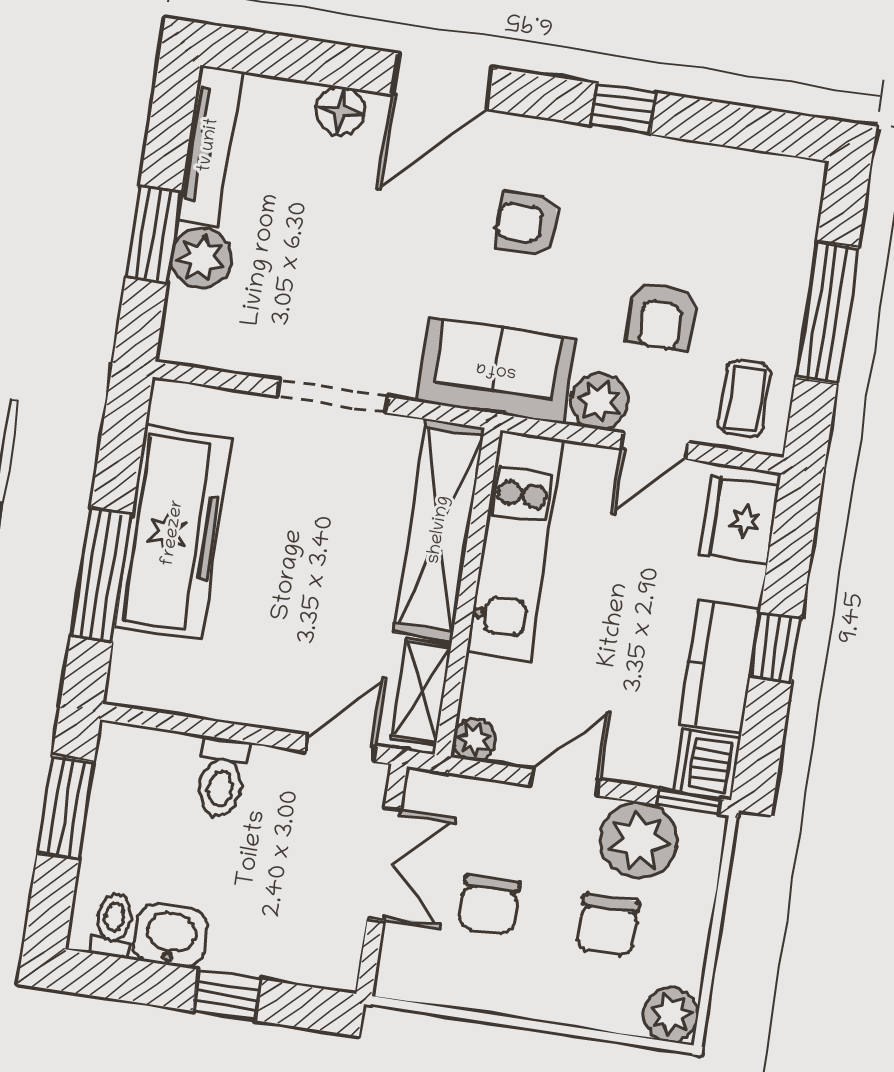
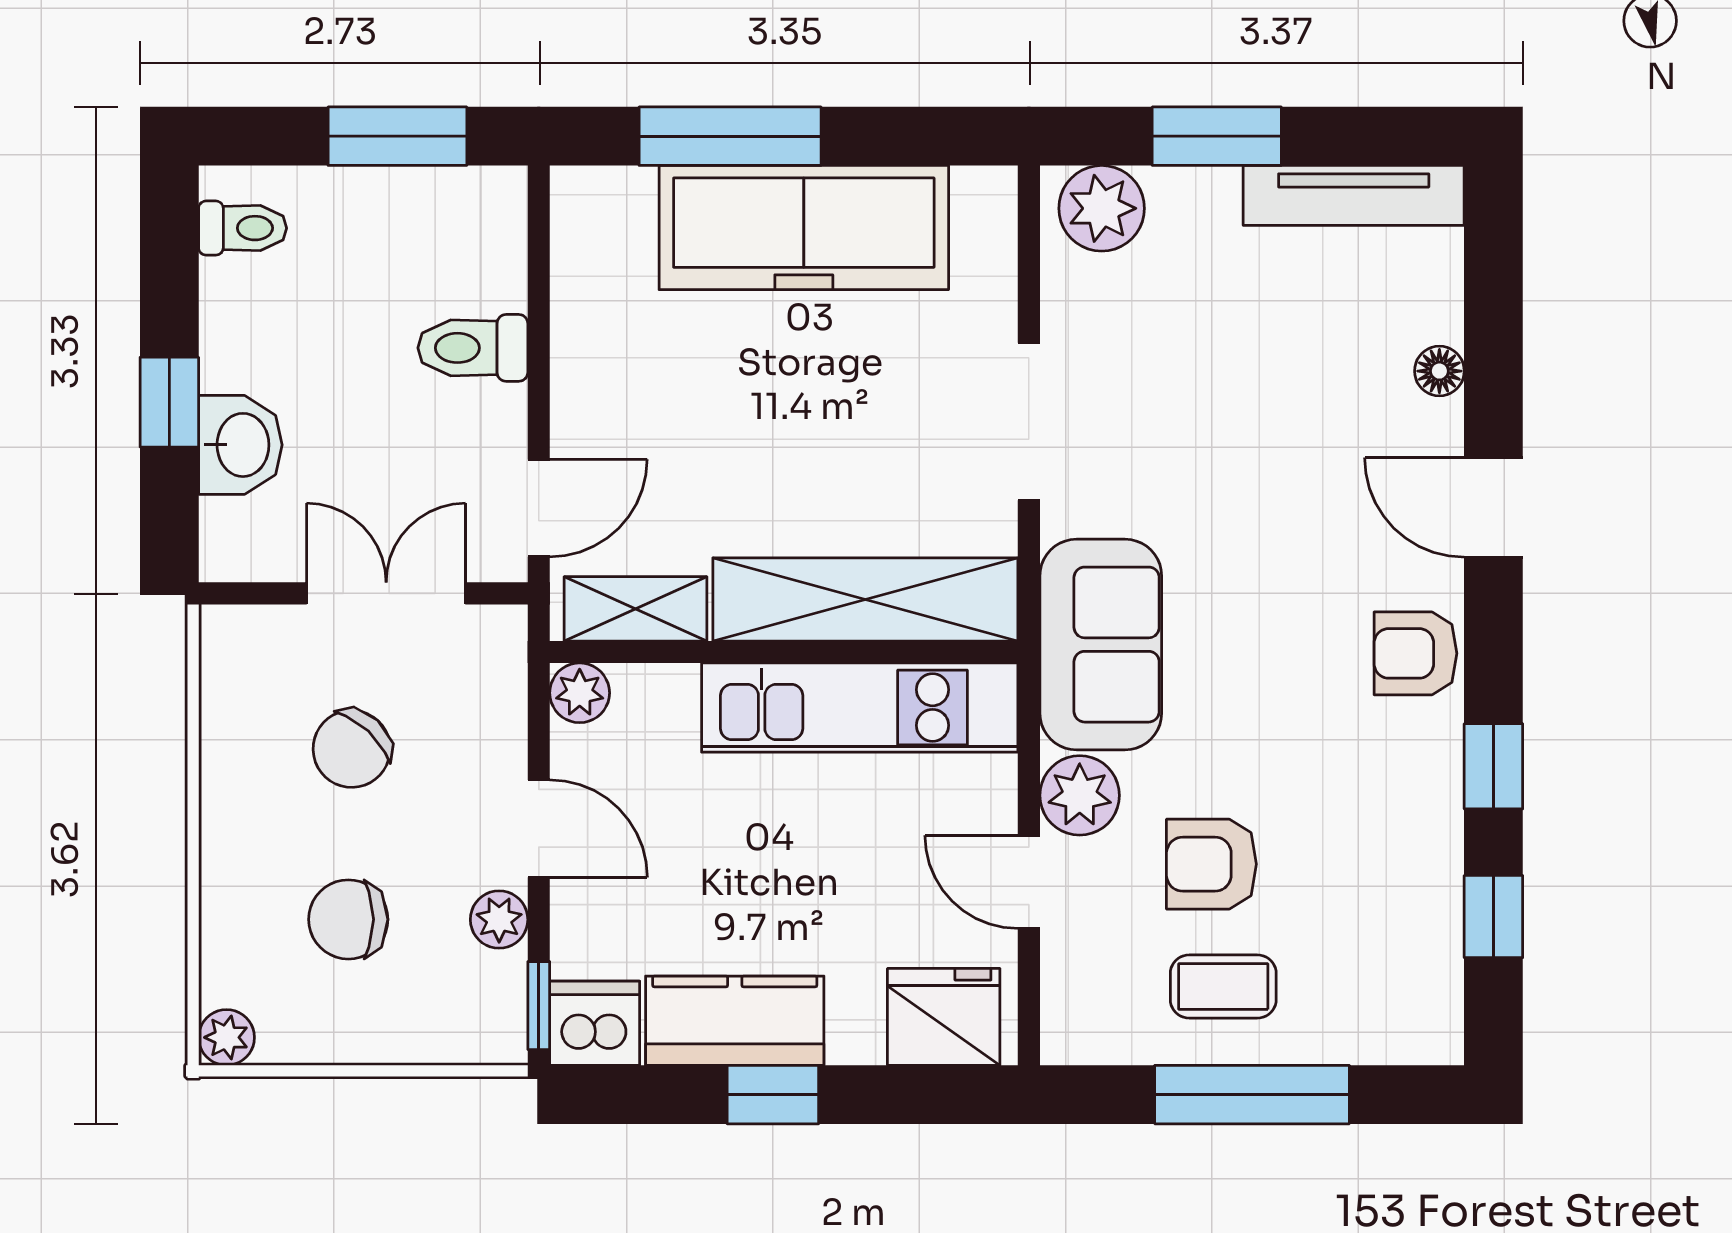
door: (442, 81) -> (1493, 507), width x0.73
floor lamp: (340, 111) -> (1439, 371), width x0.73, depth x0.73
window: (728, 125) -> (1493, 917), added
armchair: (528, 224) -> (1415, 653), moved, turned -90
plant: (201, 258) -> (1102, 208), moved
coffee table: (745, 399) -> (1223, 986), moved
door: (341, 748) -> (539, 508), hinge flipped
plant: (639, 840) -> (499, 920), width x0.53, depth x0.53
double door: (384, 864) -> (386, 593), swing flipped
chair: (489, 905) -> (352, 749), turned -47
washbasin: (171, 936) -> (240, 445), moved
plant: (671, 1015) -> (226, 1037), width x0.73, depth x0.73

